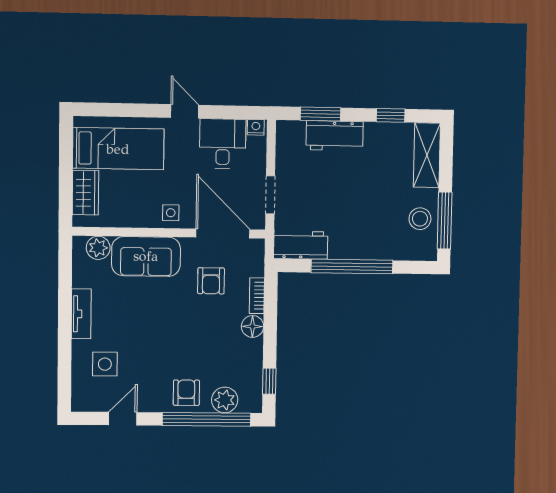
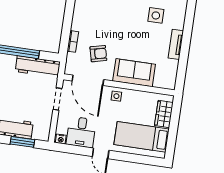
workbench: (301, 245) -> (38, 67), width x1.38
plant: (98, 248) -> (161, 81), removed
armchair: (211, 281) -> (98, 54), turned 76
floor lamp: (253, 326) -> (78, 24), removed
side table: (105, 364) -> (156, 15), moved

